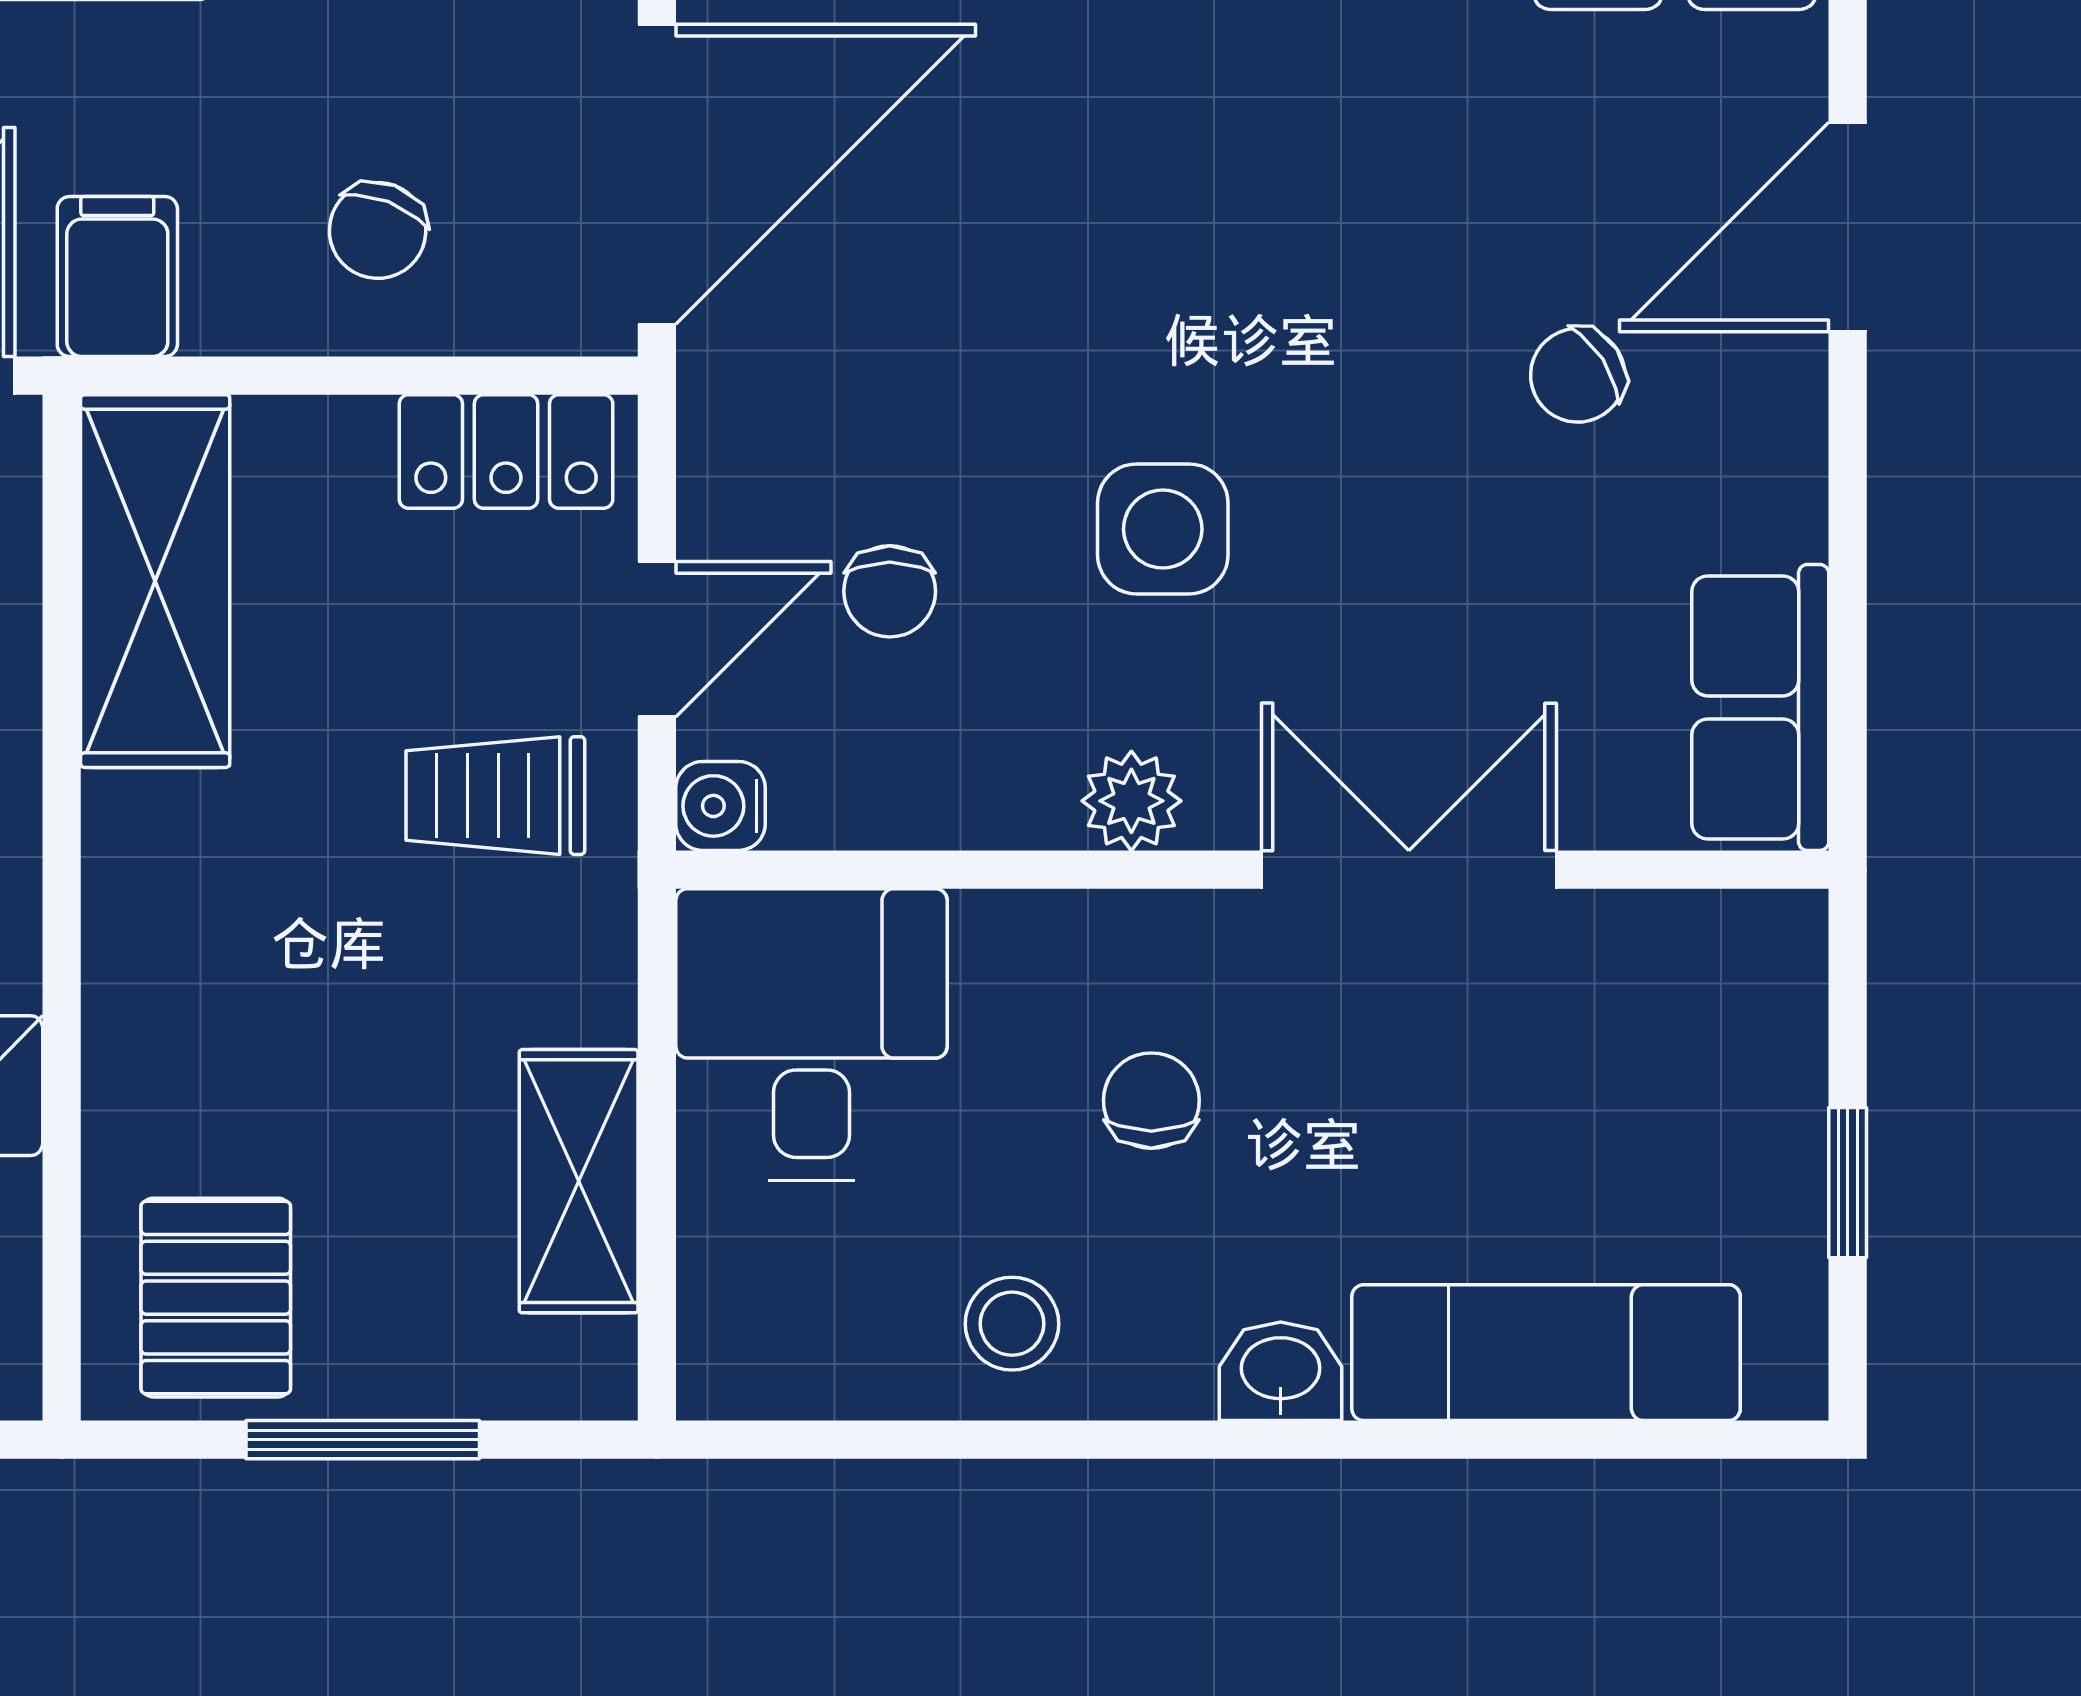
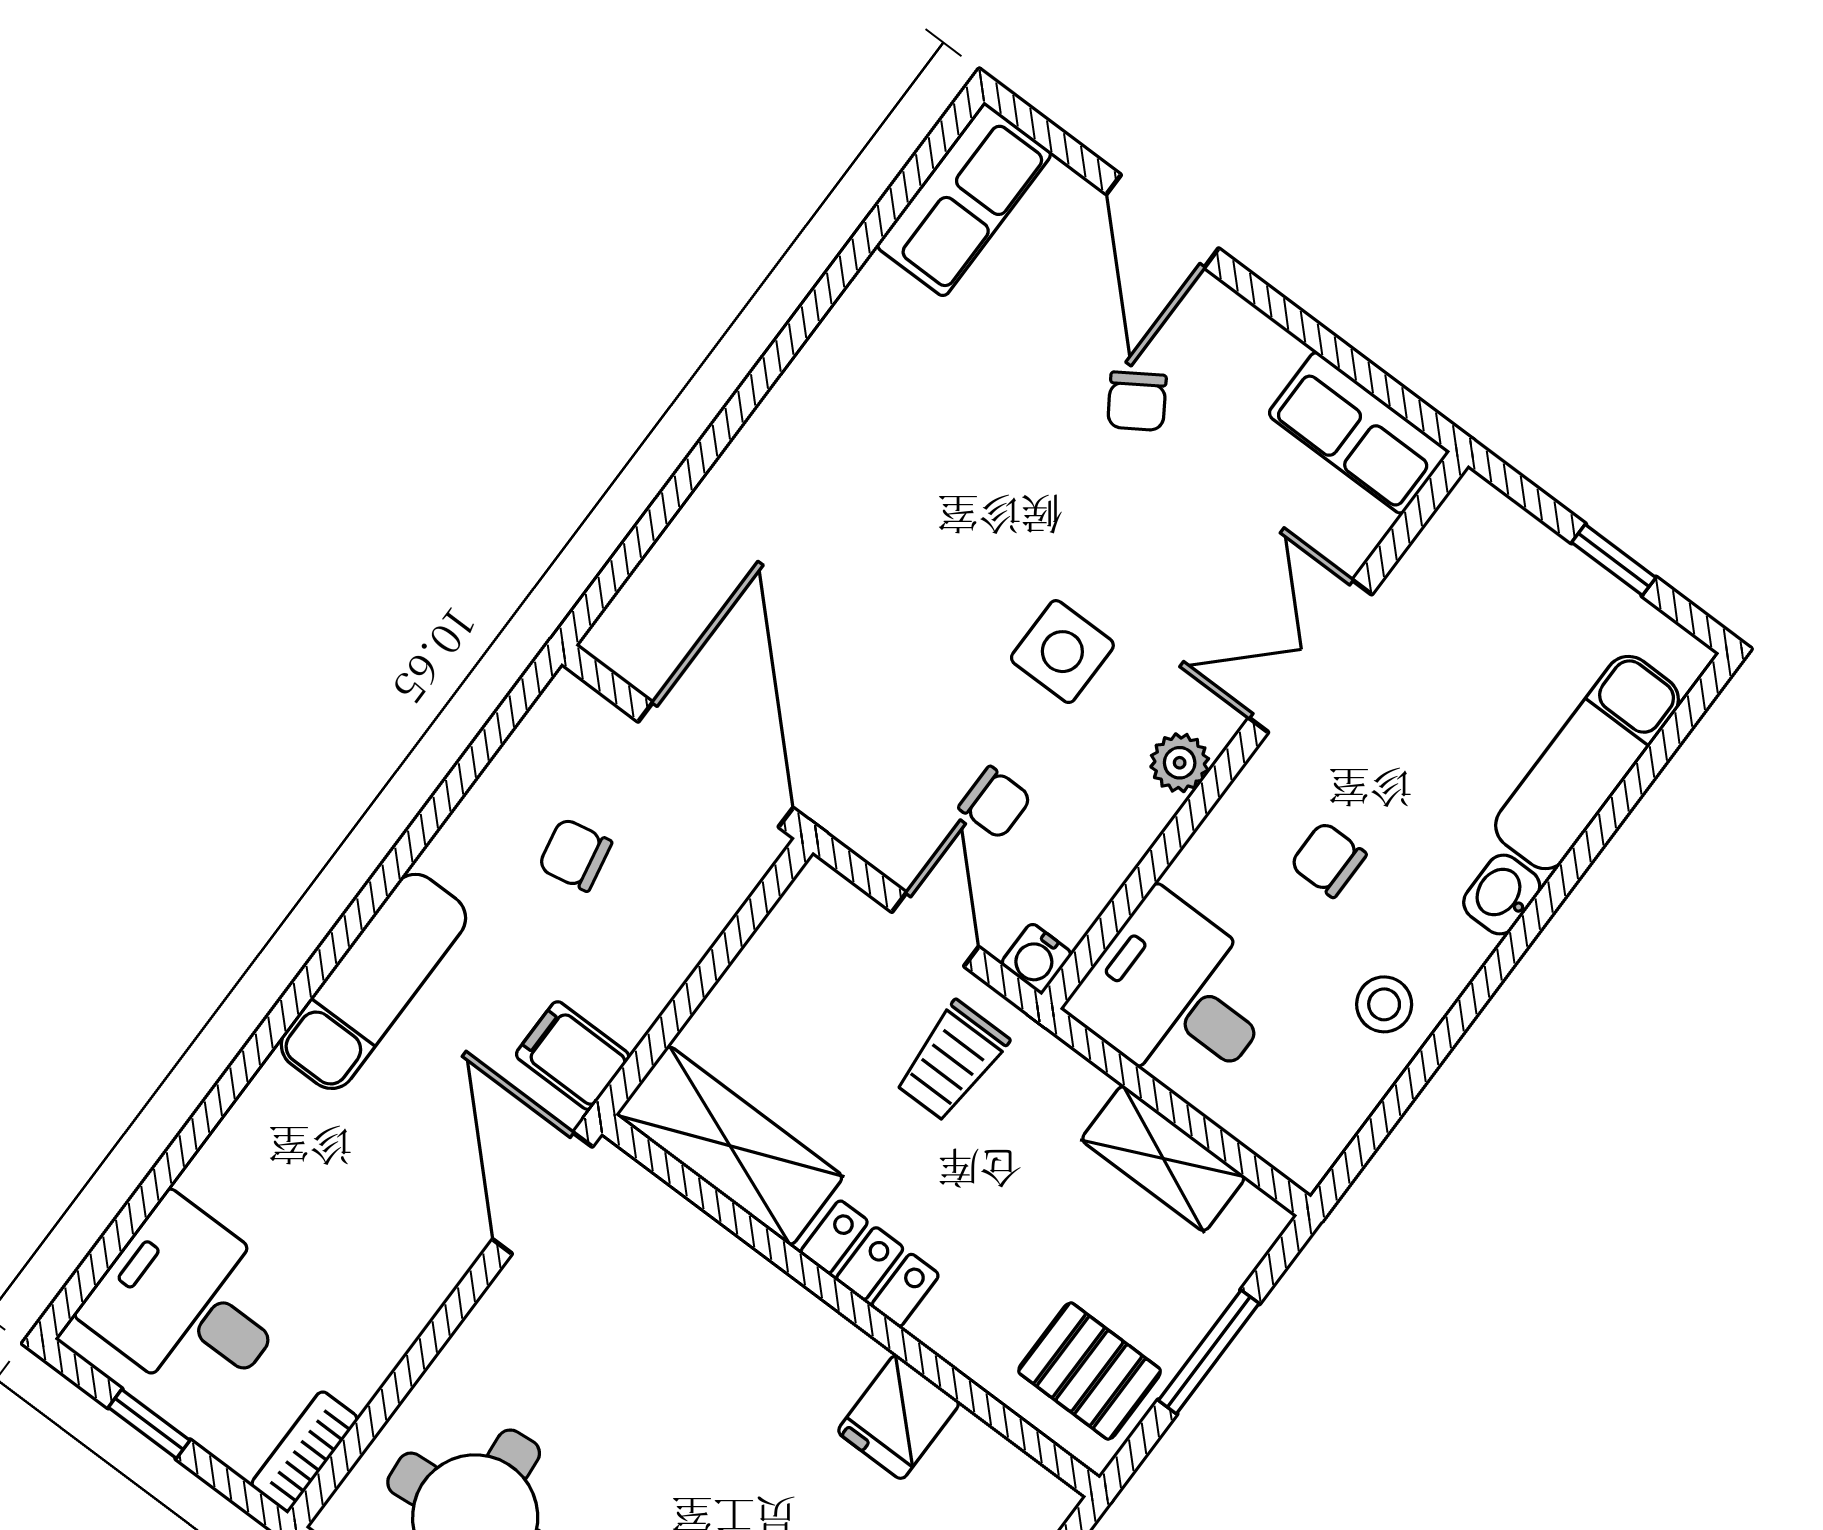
chair: (378, 230) -> (575, 855), moved, turned 148
locker: (506, 451) -> (870, 1264), moved, turned -90

